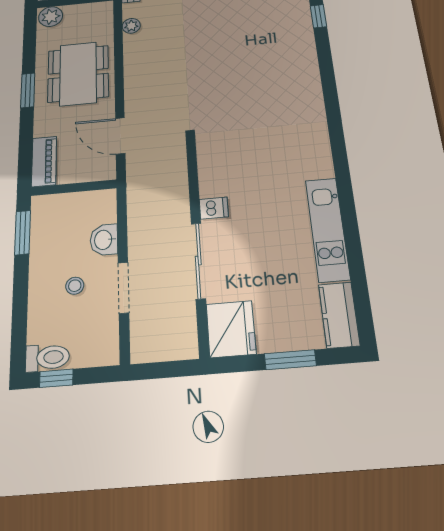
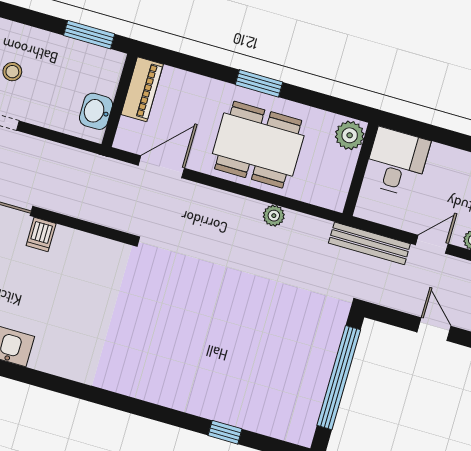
plant: (131, 26) -> (274, 216), moved
piano: (44, 161) -> (142, 89), moved, turned -90
washbasin: (104, 240) -> (96, 111), moved, turned -90

